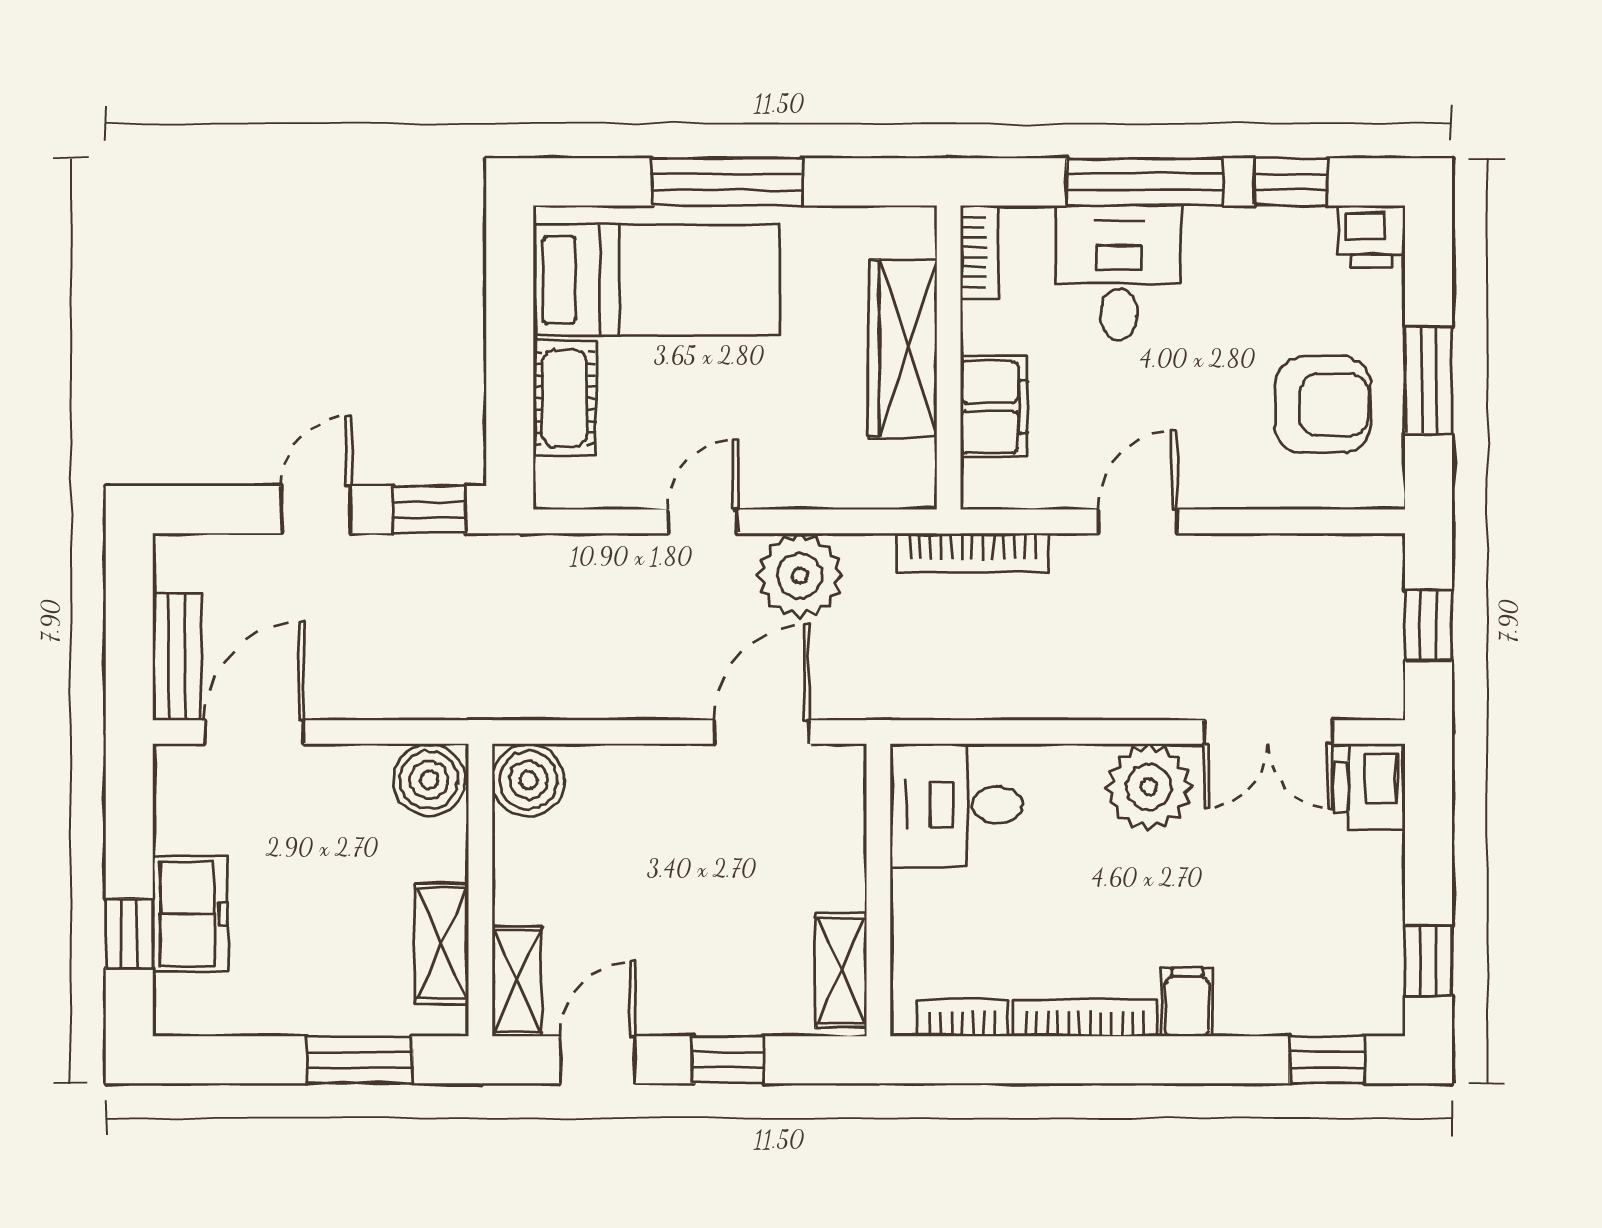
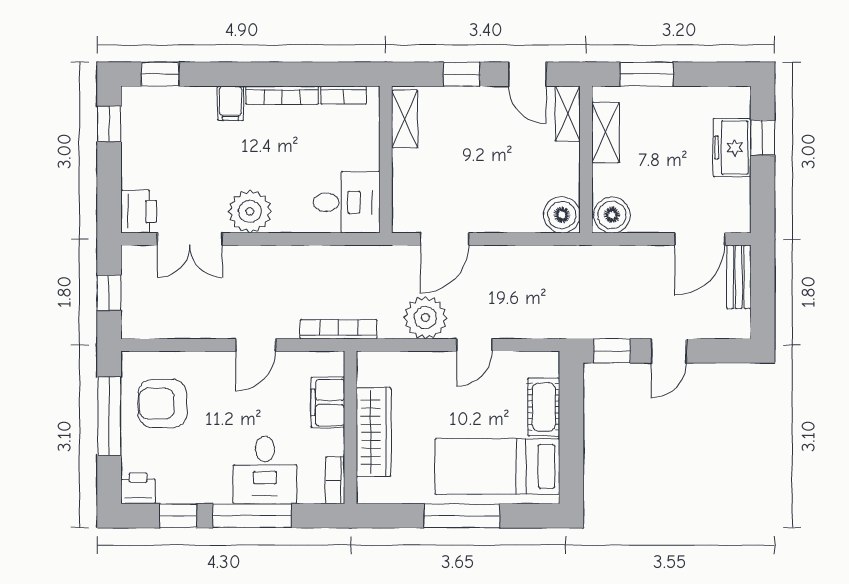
window: (1429, 380) -> (109, 416), width x1.44
double door: (1268, 732) -> (190, 239), swing flipped
door: (597, 1060) -> (527, 74), hinge flipped

